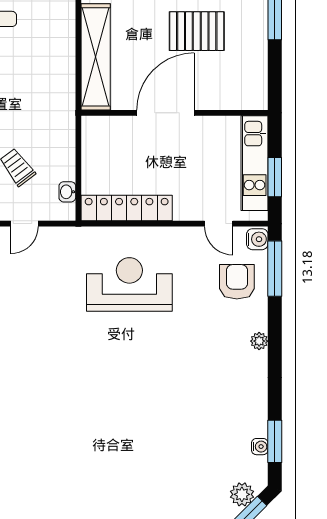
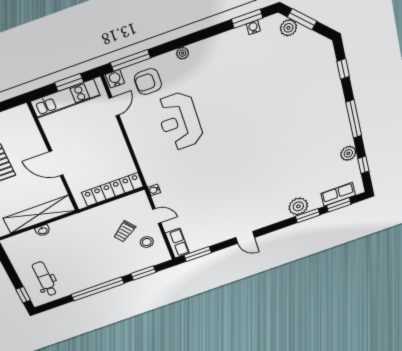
door: (166, 113) -> (56, 163), width x0.73
washbasin: (67, 192) -> (43, 230), moved
locker: (127, 208) -> (113, 189), moved, turned 90
water cooler: (69, 234) -> (154, 190), added
reception desk: (129, 284) -> (180, 121), moved

